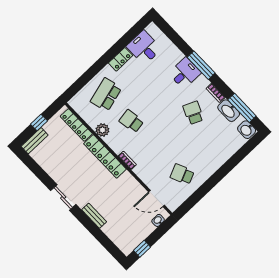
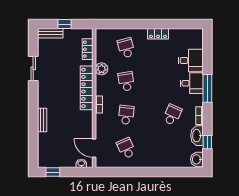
desk: (144, 48) -> (191, 60), moved, turned 90
school desk: (106, 95) -> (126, 48), width x0.54
window: (242, 108) -> (207, 142), width x0.46
locker: (76, 125) -> (88, 49), width x0.66
school desk: (157, 148) -> (126, 115), added
sliding door: (63, 198) -> (33, 68), moved

